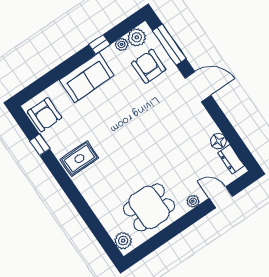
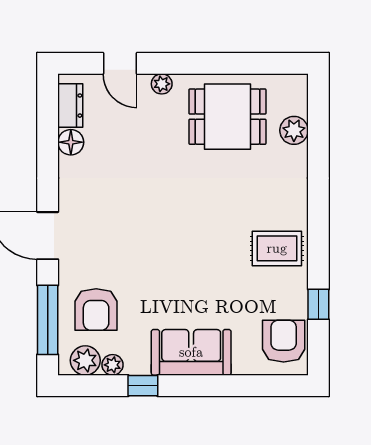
plant: (123, 241) -> (294, 130), moved

